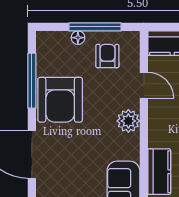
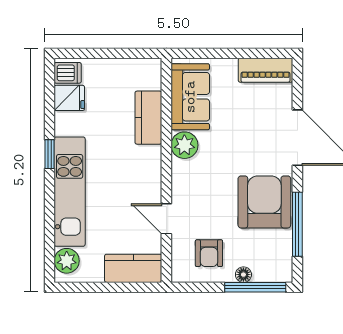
window: (95, 27) -> (255, 287), moved
plant: (128, 121) -> (184, 145), moved

